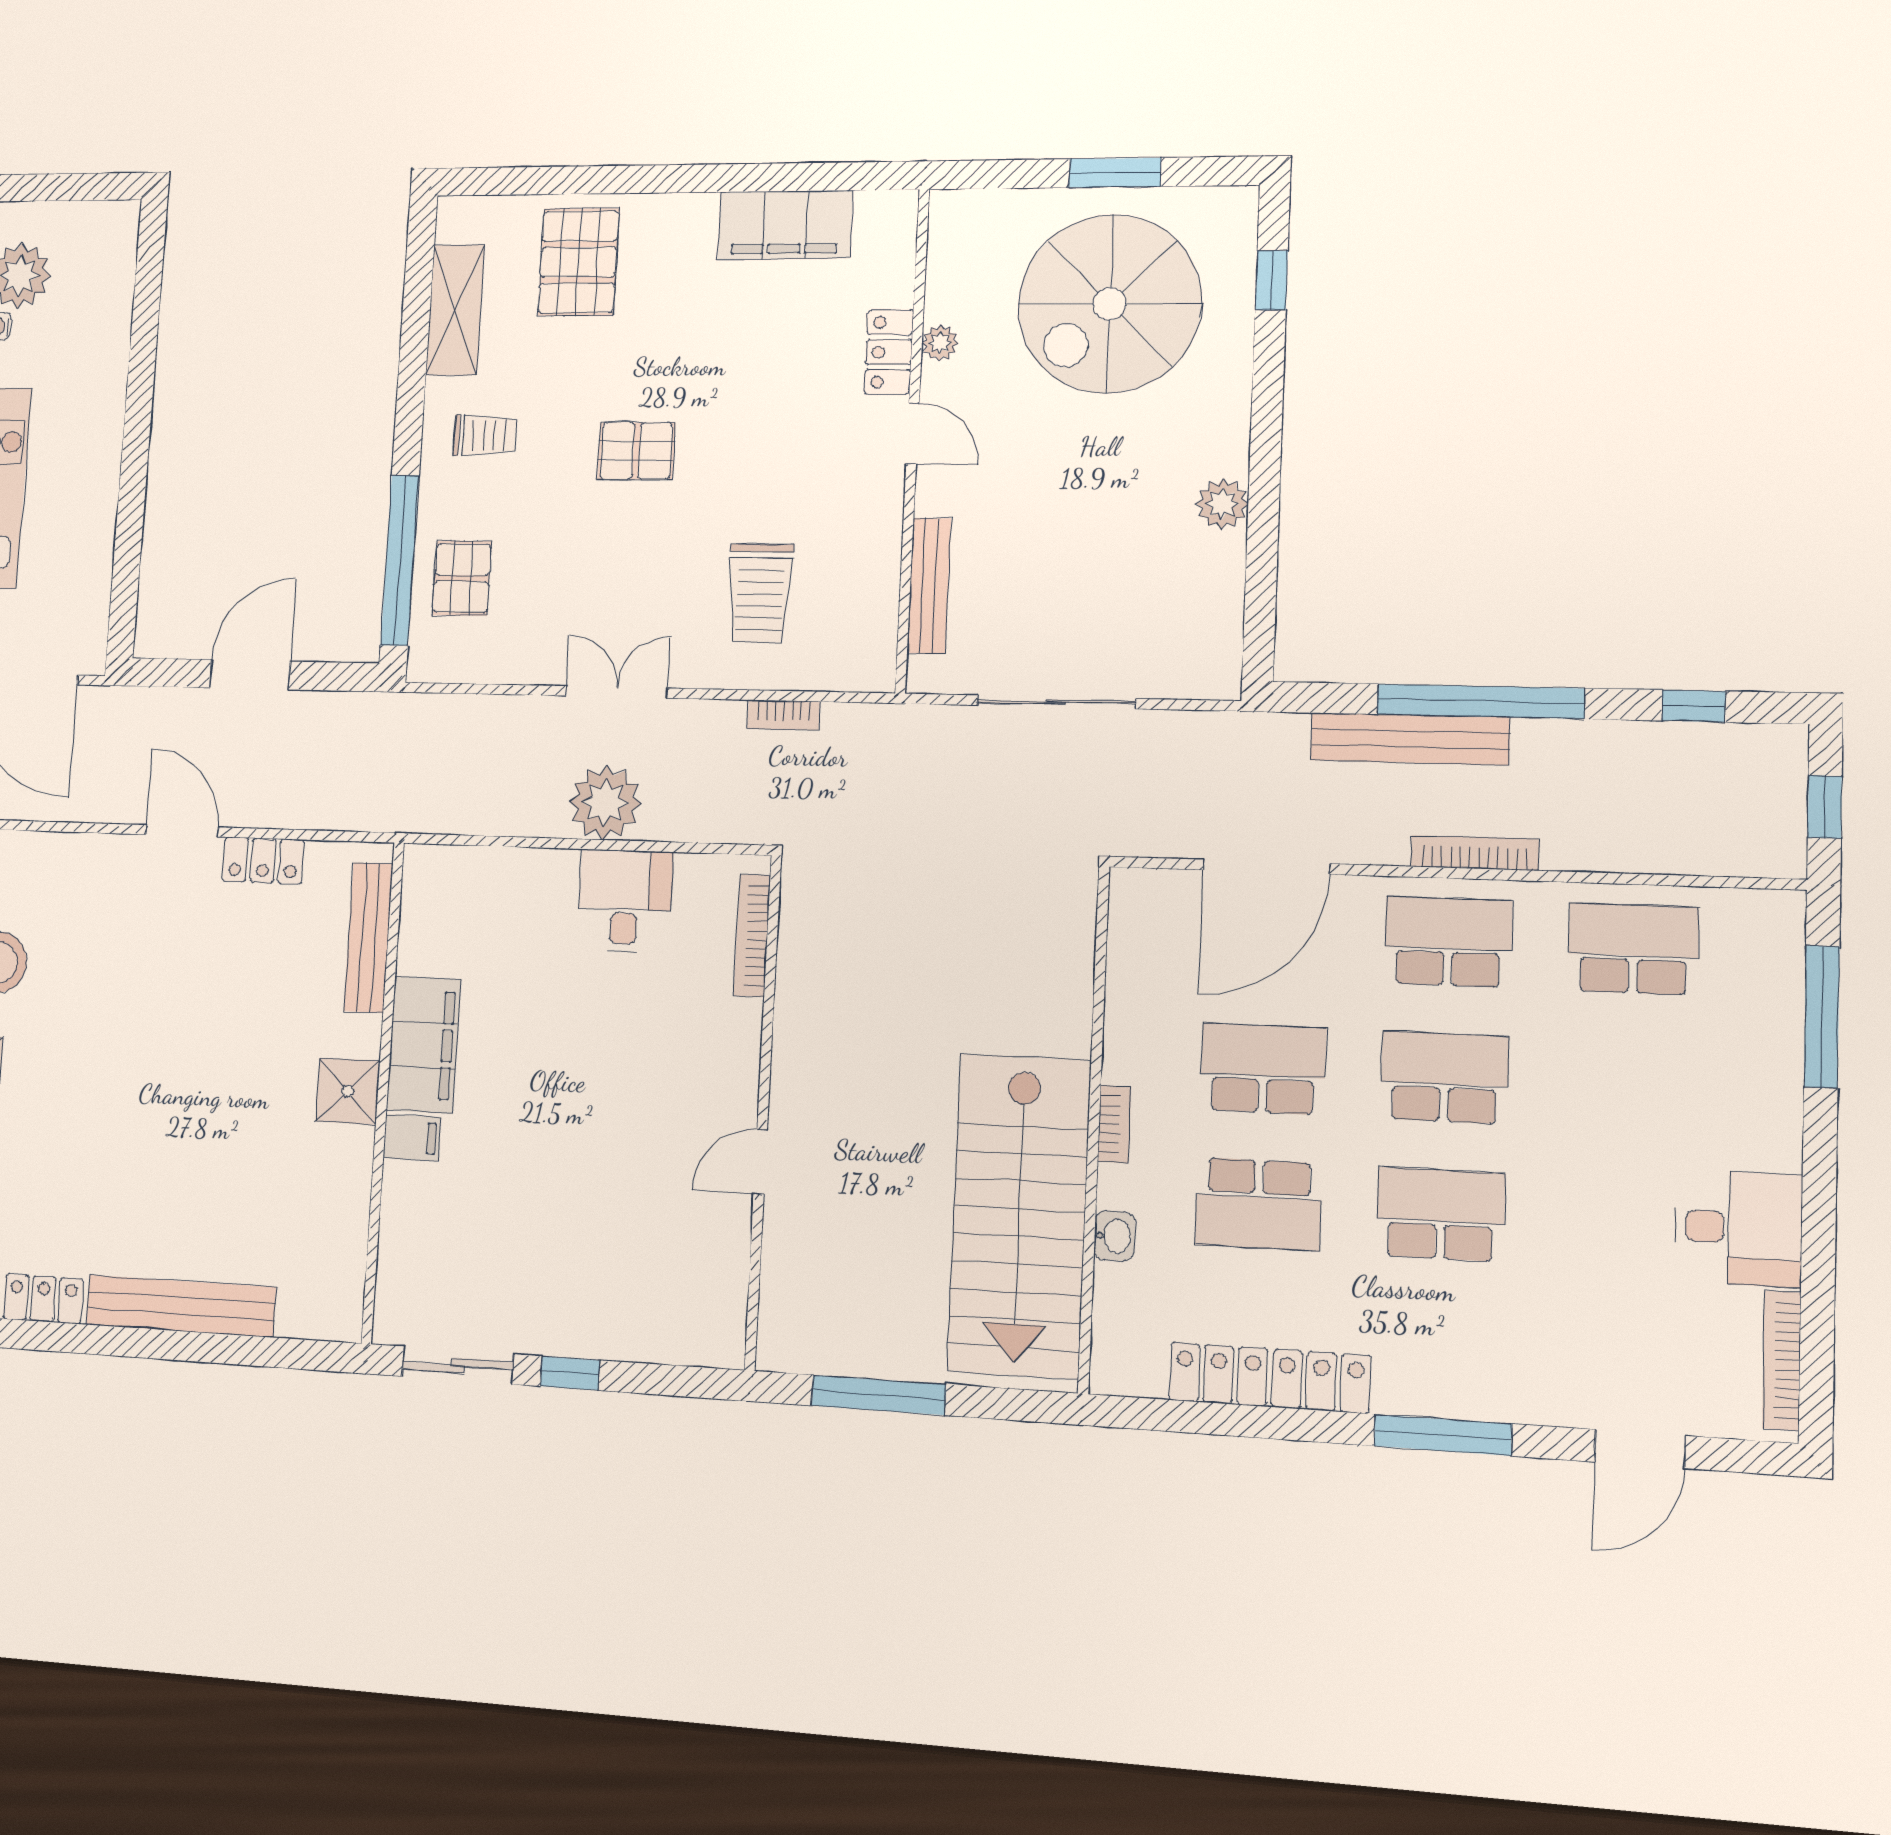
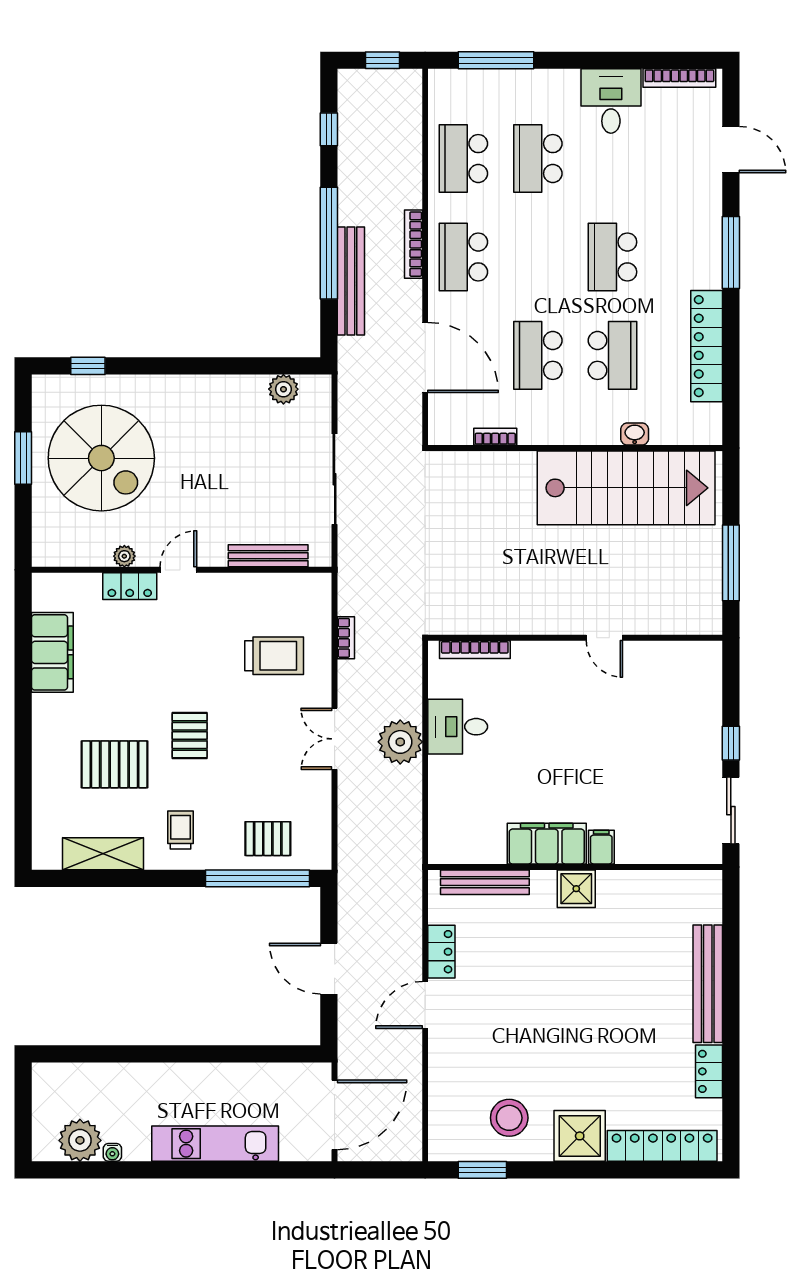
pallet: (578, 262) -> (114, 764), moved
plant: (1222, 504) -> (283, 389), moved
school desk: (1444, 1077) -> (538, 159), moved
bookcase: (1114, 1124) -> (495, 437), moved

